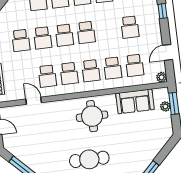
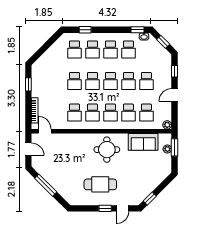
school desk: (21, 40) -> (128, 81), moved
door: (168, 52) -> (175, 95), moved
door: (34, 101) -> (45, 131), moved

